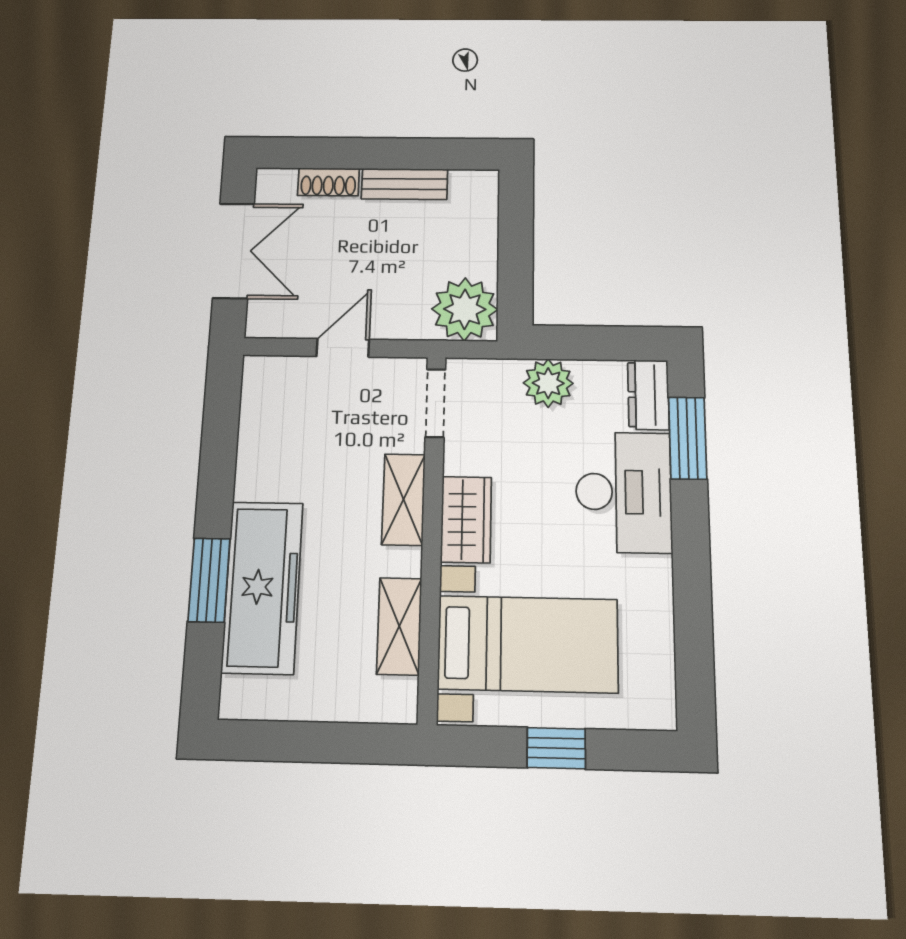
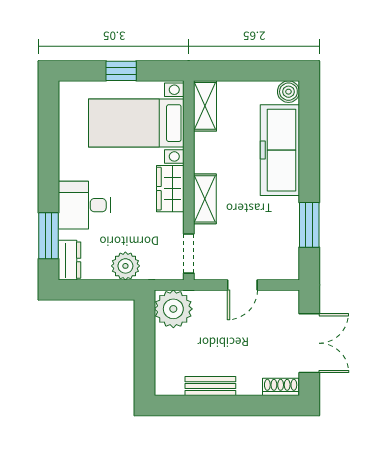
shoe rack: (328, 182) -> (281, 387), moved
double door: (234, 251) -> (309, 343), swing flipped
desk: (624, 492) -> (84, 205), width x0.73
window: (209, 580) -> (309, 225), moved
shelving: (399, 626) -> (205, 106), moved
boiler: (239, 699) -> (288, 92), added

